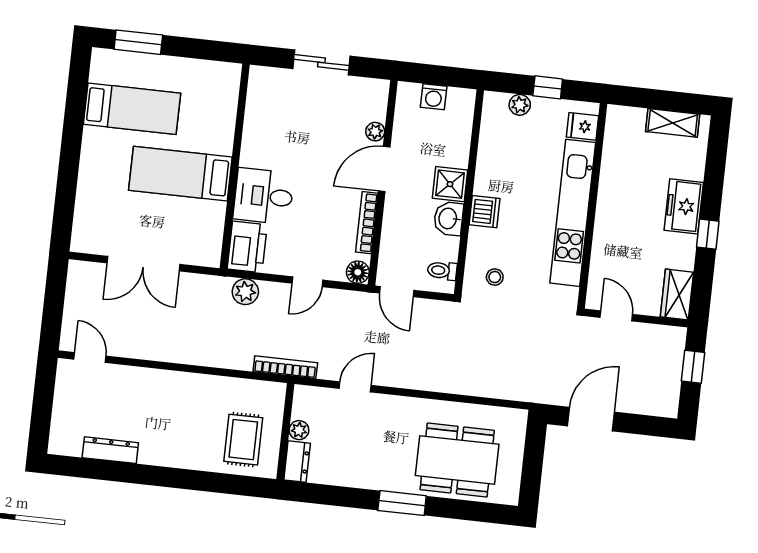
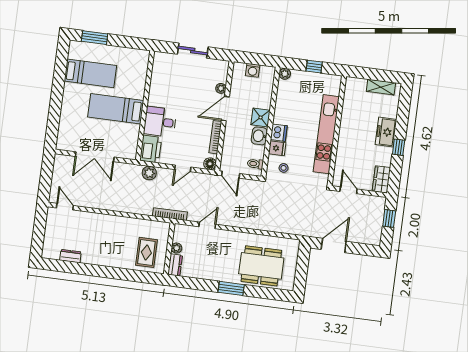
plant: (520, 105) -> (285, 74), moved
fridge: (582, 126) -> (277, 148), moved, turned 180
dresser: (110, 450) -> (70, 256), width x0.70

